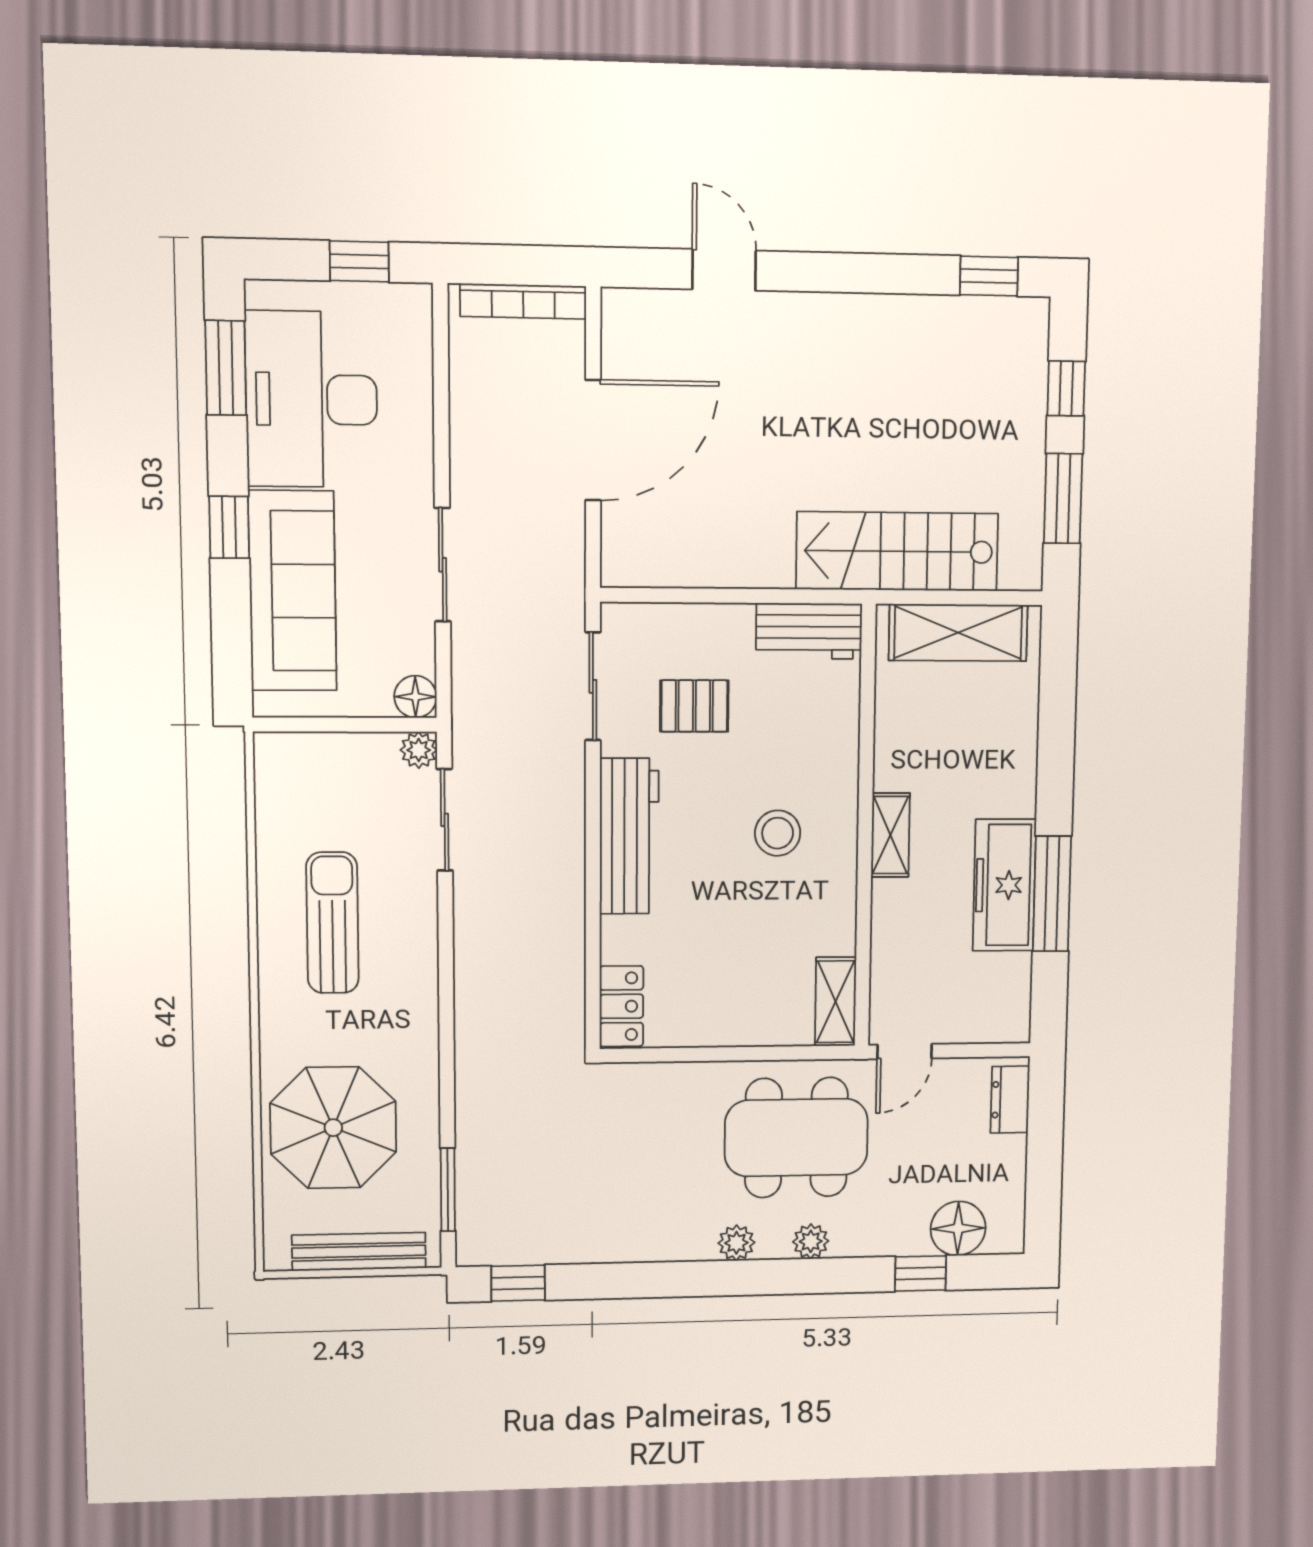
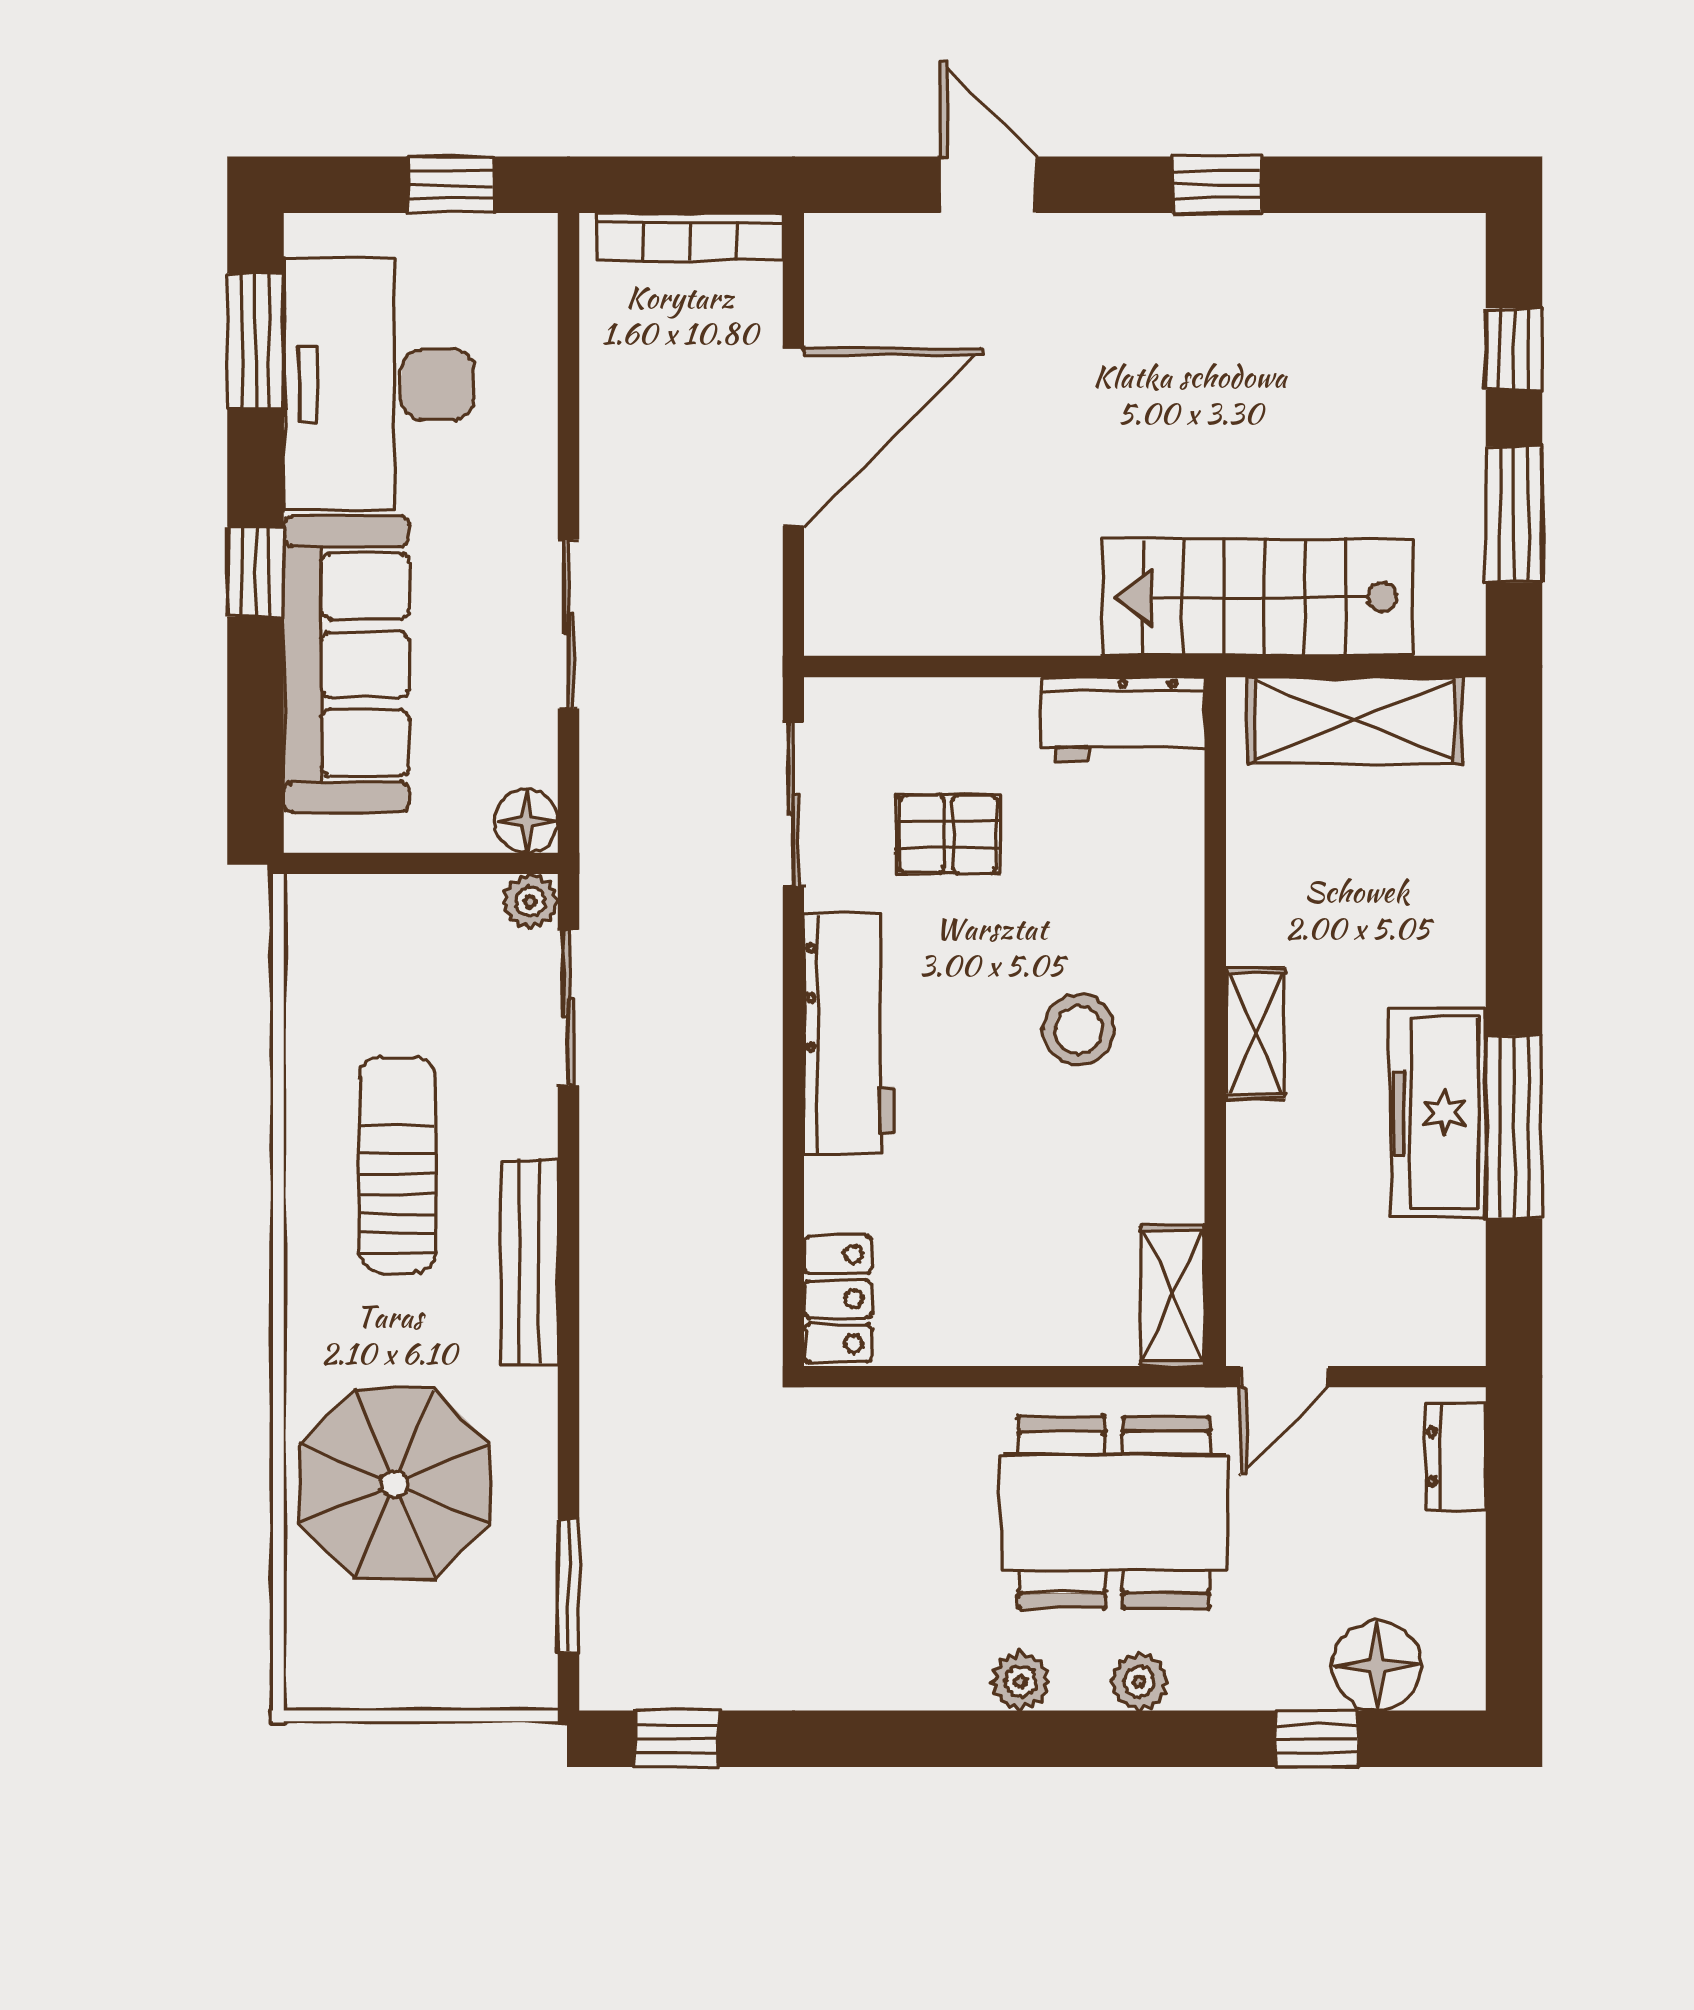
window: (989, 276) -> (1217, 185), moved
bench: (359, 1252) -> (529, 1262), moved, turned 90

